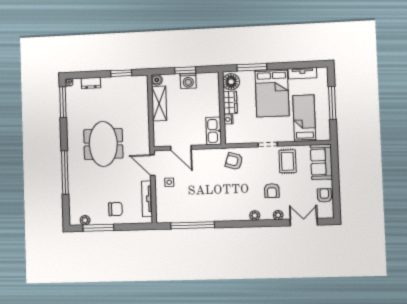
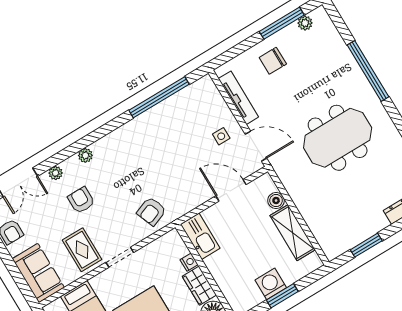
boiler: (157, 80) -> (276, 201), moved
meeting table: (103, 144) -> (338, 138), turned 90
armchair: (234, 161) -> (151, 211), turned 142

